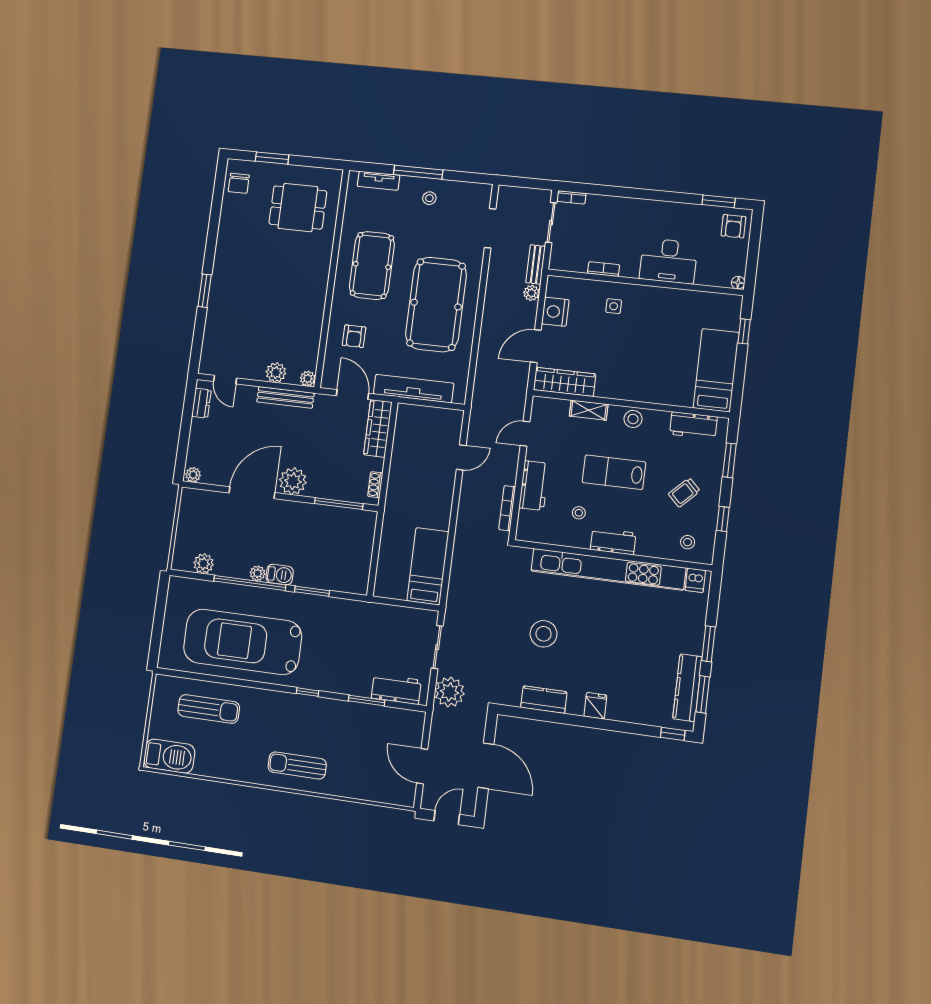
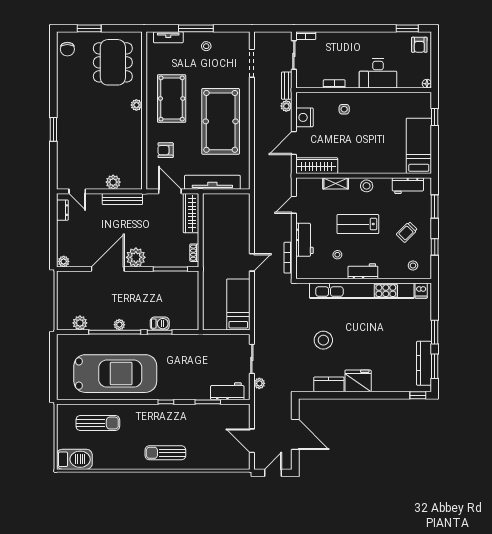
dining table: (298, 208) -> (113, 62), width x1.38
armchair: (354, 336) -> (166, 150), turned 90
plant: (308, 379) -> (136, 105), moved
door: (461, 457) -> (252, 262), moved
barbecue: (280, 575) -> (160, 324), moved
car: (242, 642) -> (115, 374), turned 180
plant: (450, 692) -> (259, 383), width x0.53, depth x0.53
fridge: (595, 706) -> (358, 381), width x1.88, depth x1.34

